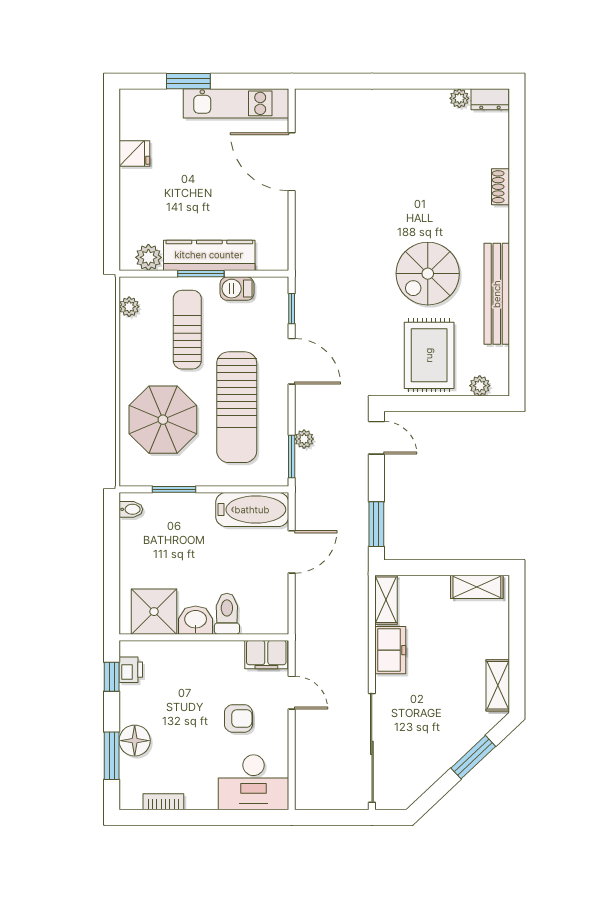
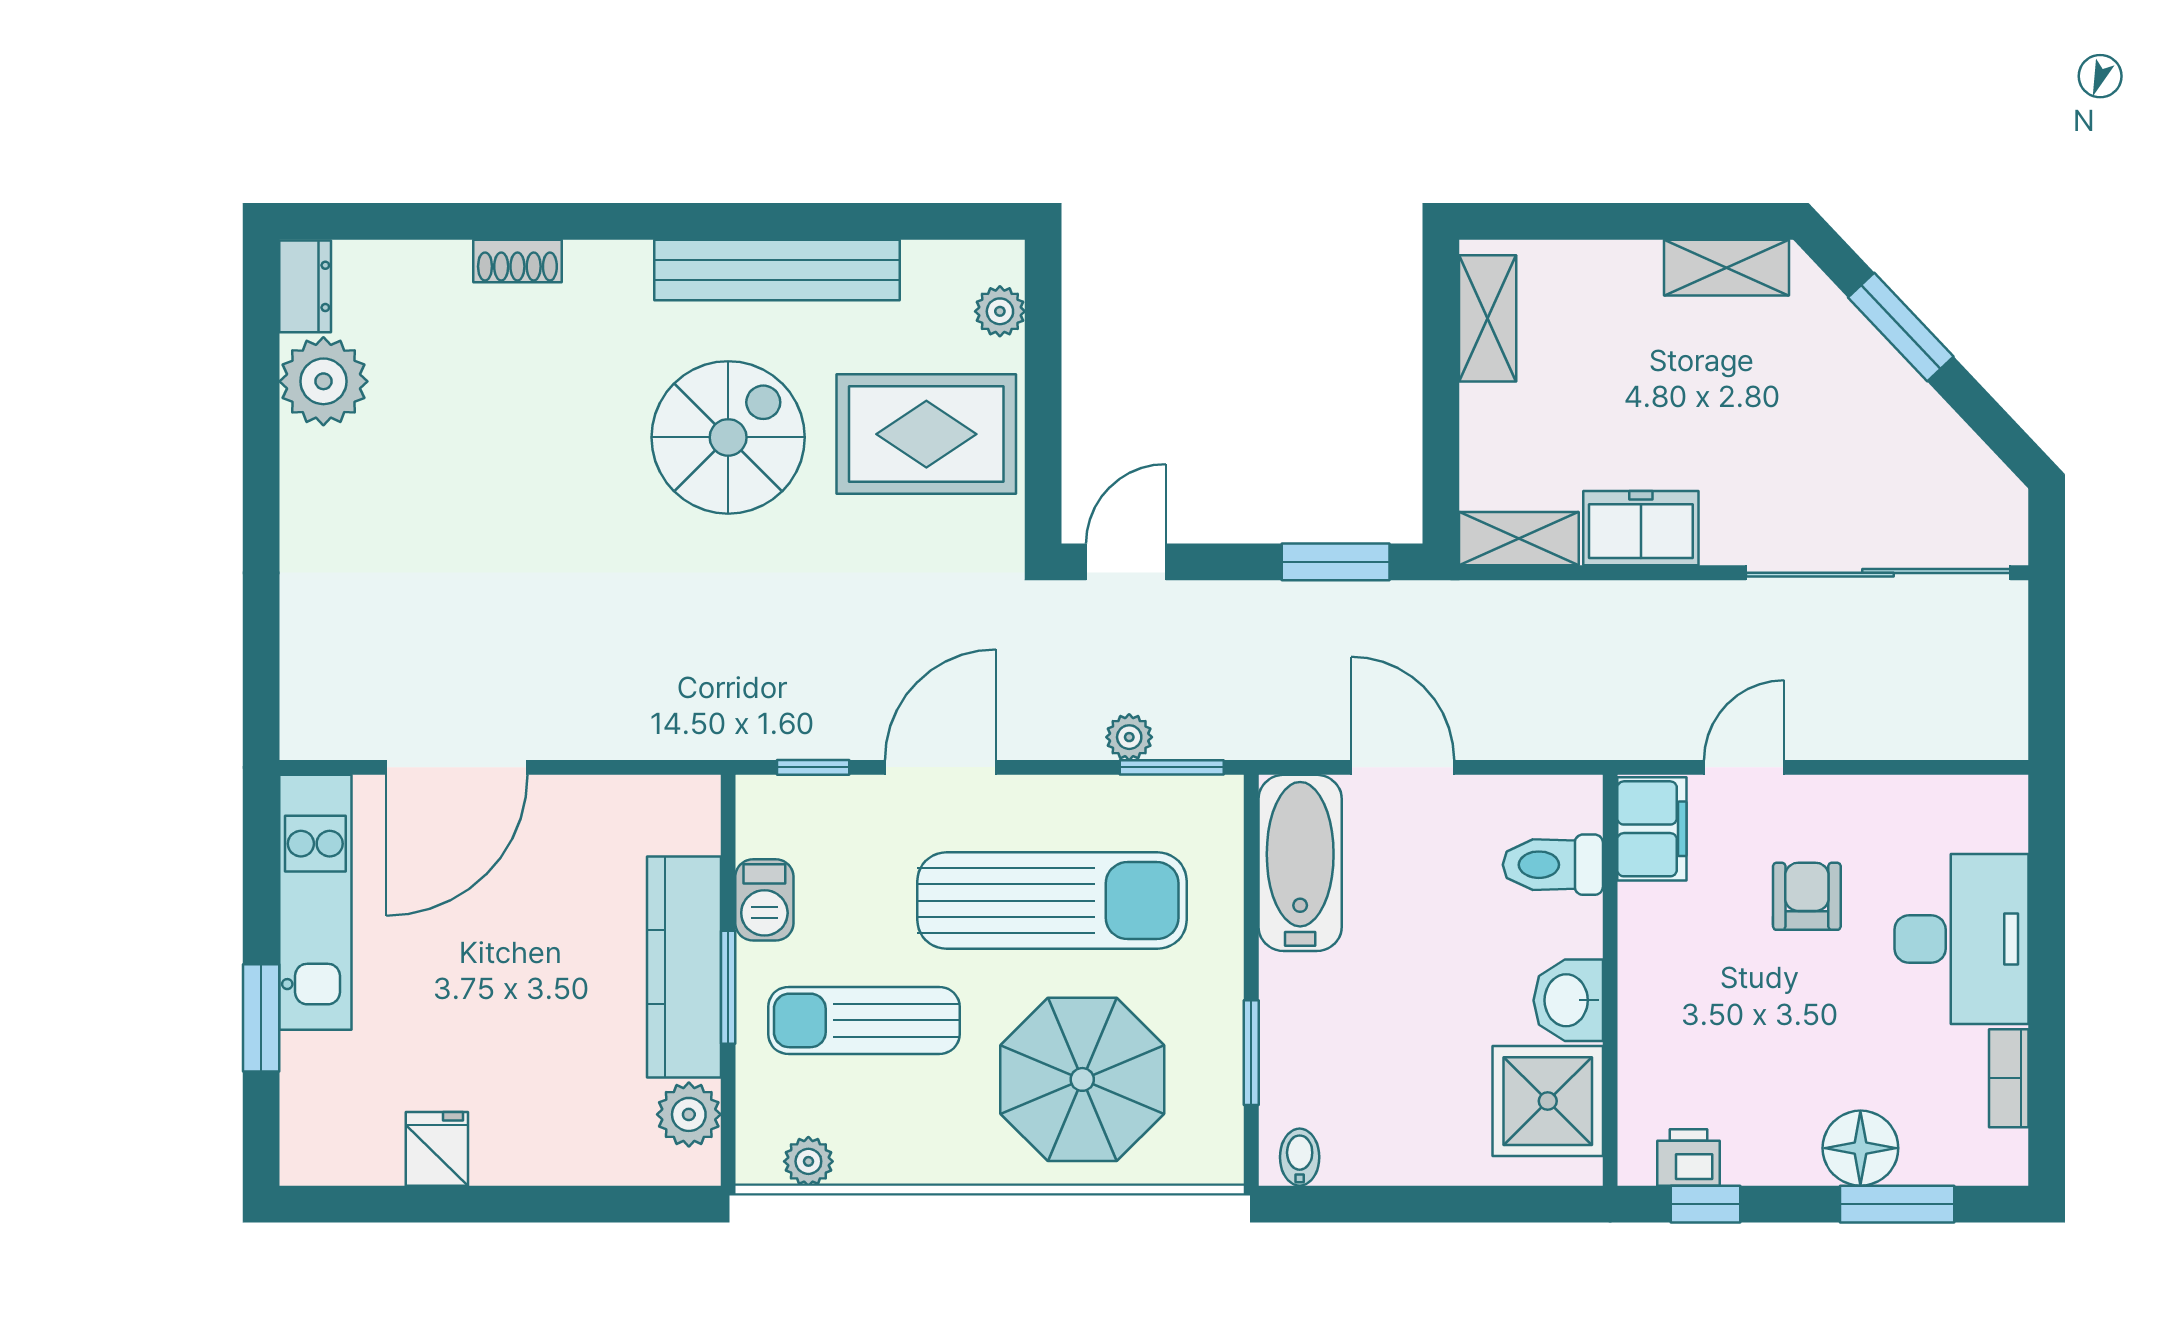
plant: (459, 98) -> (323, 381), width x1.87, depth x1.87
spiral stairs: (428, 274) -> (728, 437), turned -90
toilet: (227, 614) -> (1553, 865), moved
desk: (253, 782) -> (1962, 939), moved

